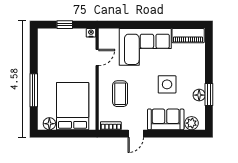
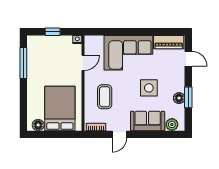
door: (209, 53) -> (188, 59), added
window: (34, 90) -> (23, 63), moved

